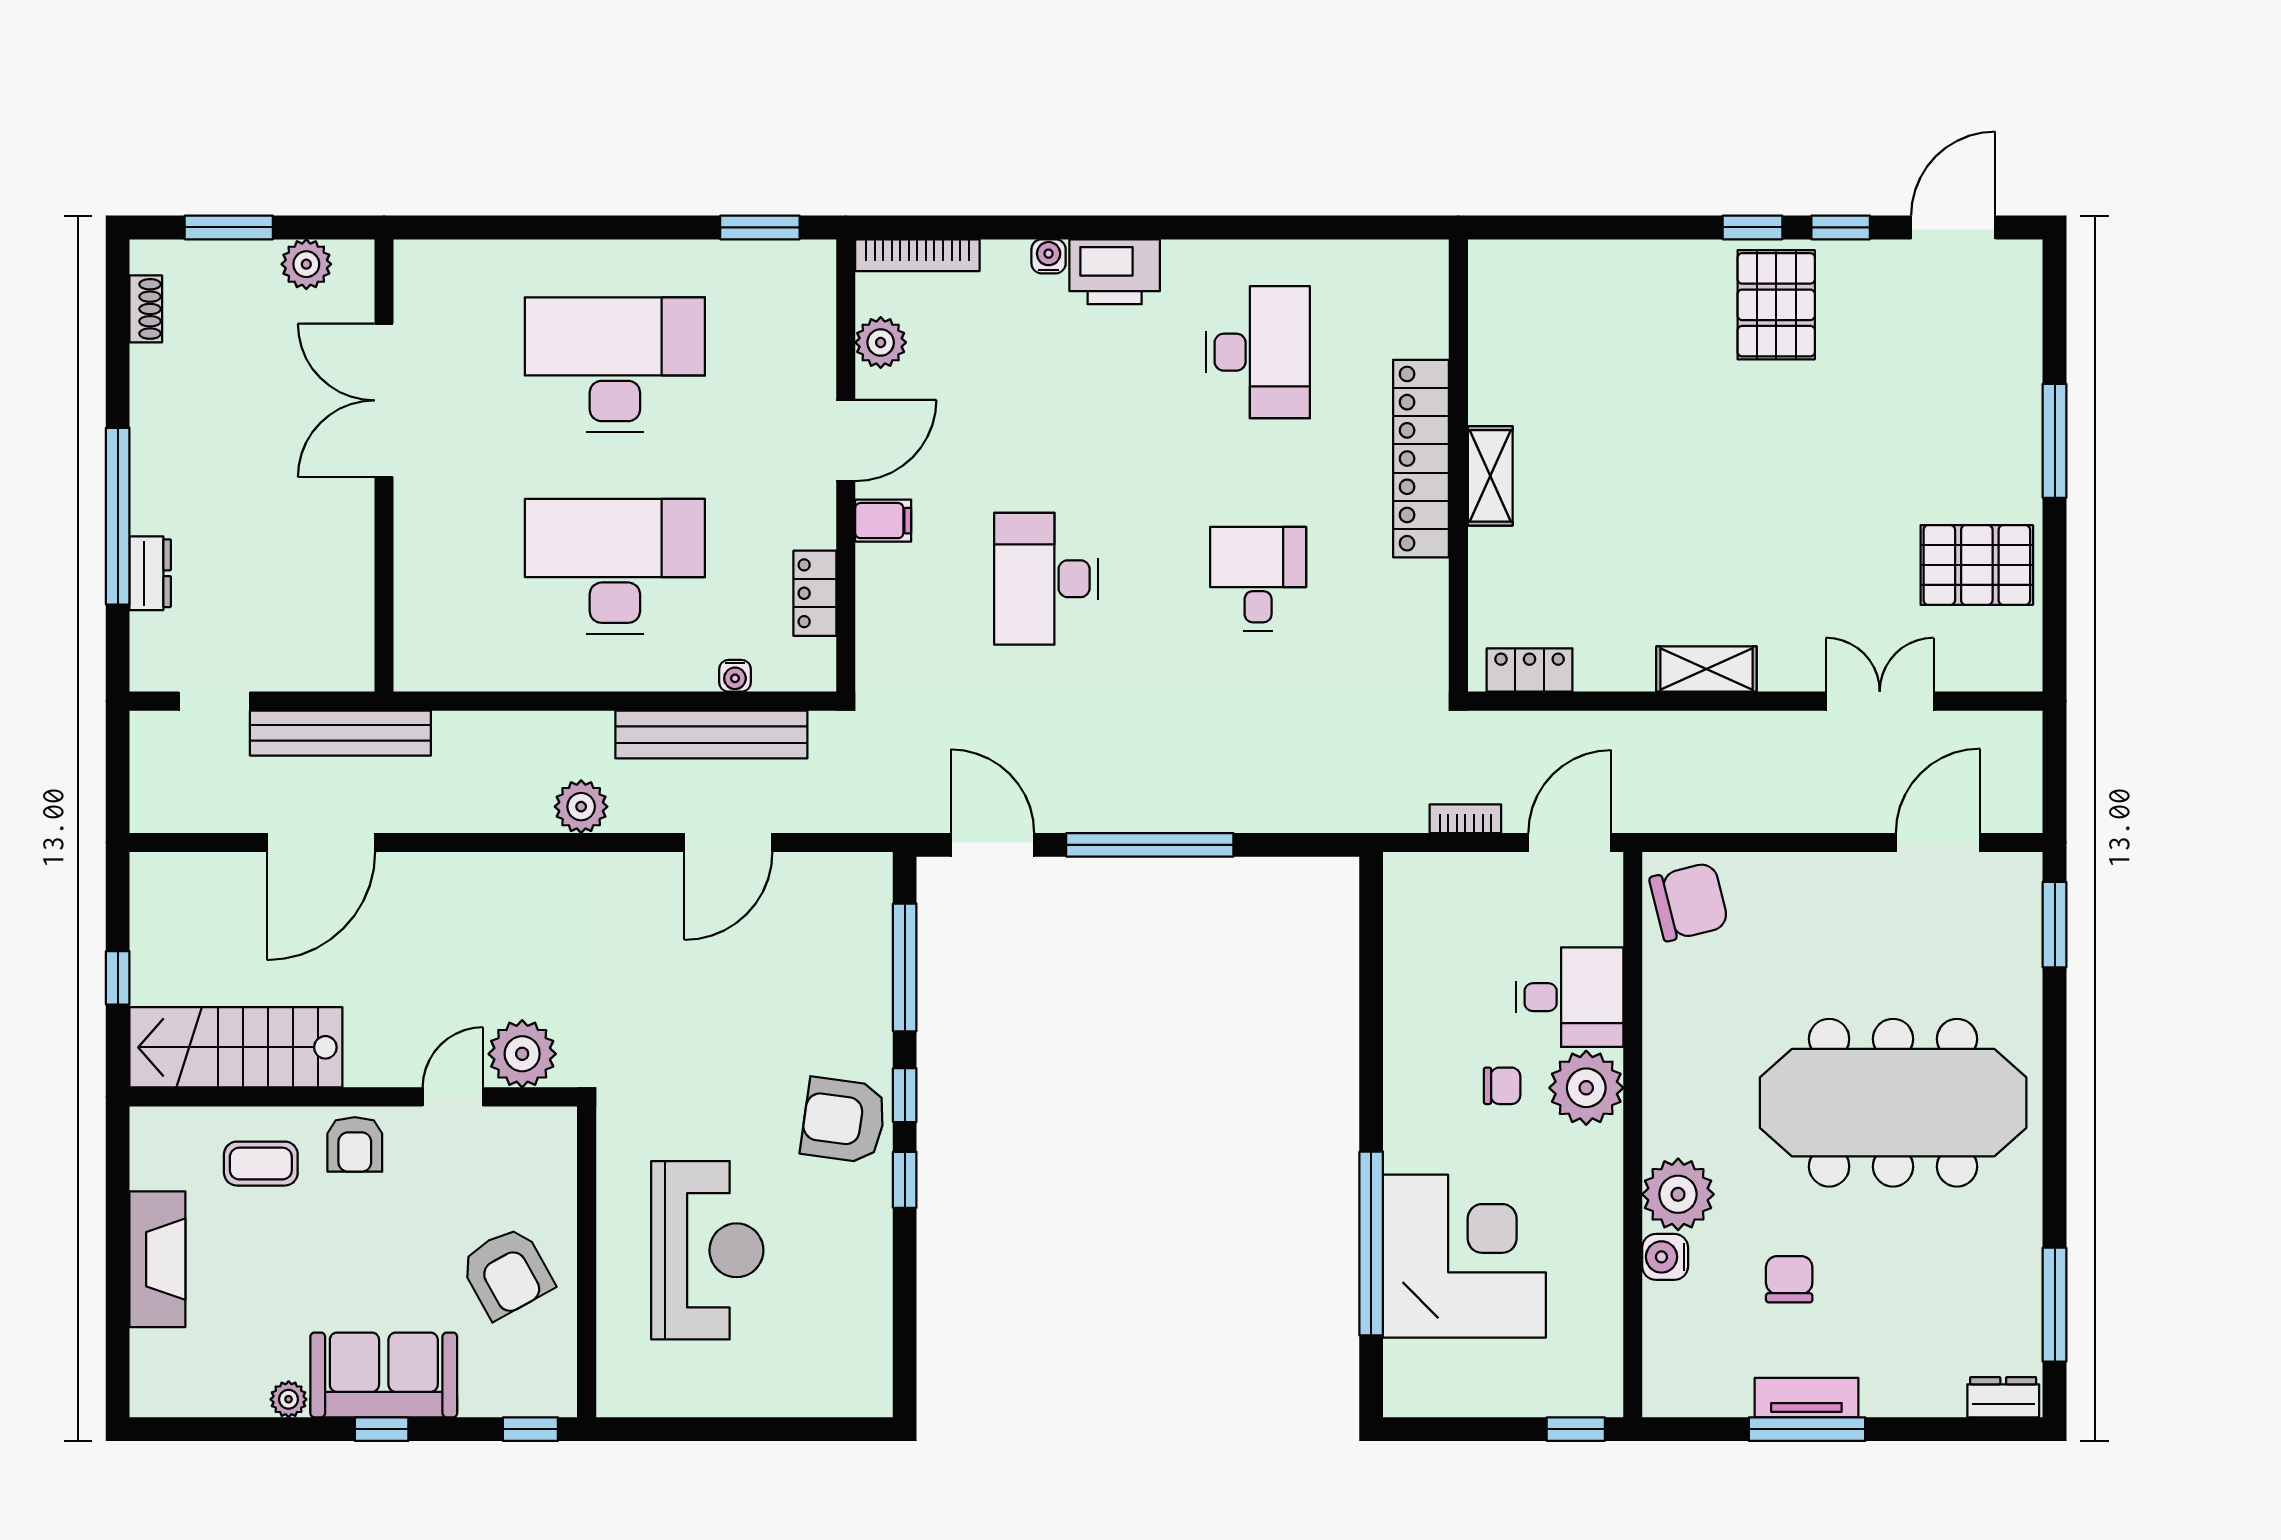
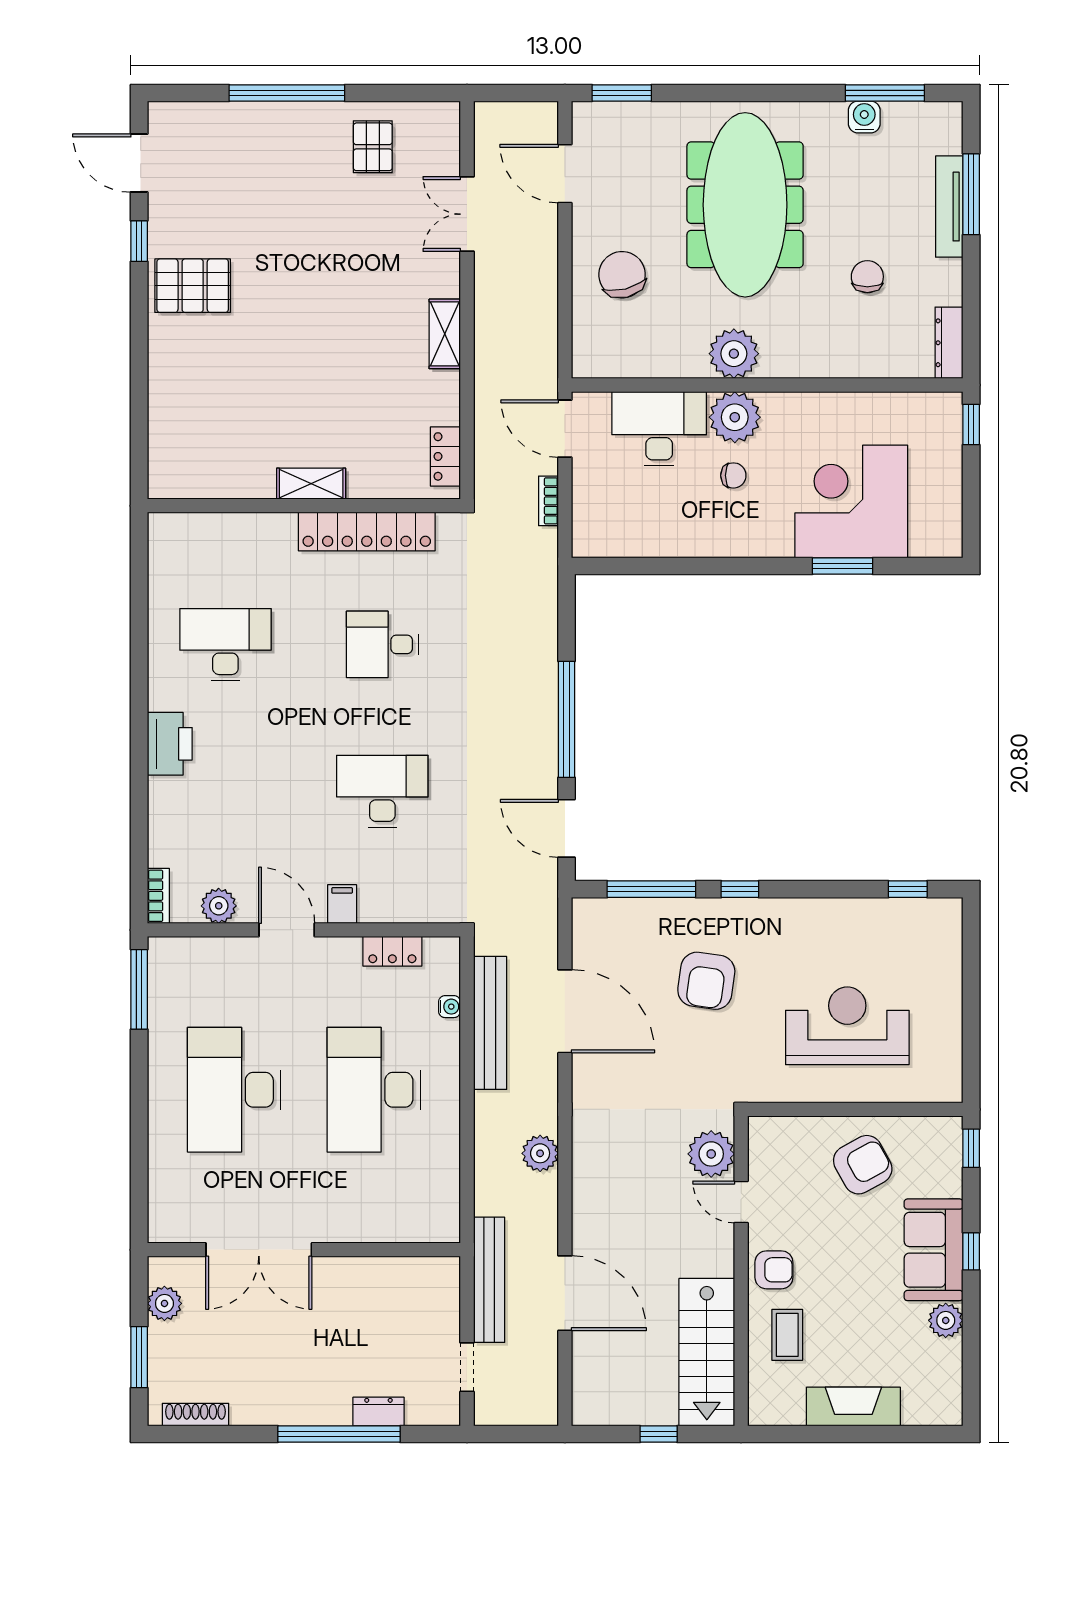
window: (760, 227) -> (139, 989), width x1.44
window: (1753, 227) -> (139, 302), removed
bookcase: (917, 255) -> (158, 896), width x0.64
water cooler: (1049, 256) -> (159, 789), removed
shoe rack: (146, 309) -> (195, 1415), width x1.43
window: (2055, 441) -> (287, 93), width x1.46
locker: (1421, 459) -> (367, 532), moved
pallet: (1977, 565) -> (373, 147), width x0.67, depth x0.71
desk: (1046, 579) -> (382, 791), turned 180
plant: (581, 807) -> (540, 1153), moved
door: (728, 842) -> (565, 1011), width x1.36
door: (992, 845) -> (567, 828), hinge flipped
chair: (1689, 902) -> (622, 275), moved
desk: (1570, 997) -> (659, 429), width x1.37
chair: (1502, 1086) -> (733, 475), turned 90
armchair: (844, 1120) -> (706, 981), moved
window: (905, 1180) -> (908, 889), moved
plant: (1678, 1194) -> (734, 354), moved
window: (1371, 1243) -> (843, 566), width x0.47
water cooler: (1665, 1257) -> (864, 117), moved, turned 180
chair: (1789, 1279) -> (867, 277), turned 90
dresser: (2003, 1397) -> (949, 343), moved, width x1.44
tv unit: (1806, 1398) -> (949, 207), moved, width x1.41
plant: (289, 1399) -> (946, 1320), width x1.38, depth x1.38
window: (1807, 1429) -> (971, 194), moved

